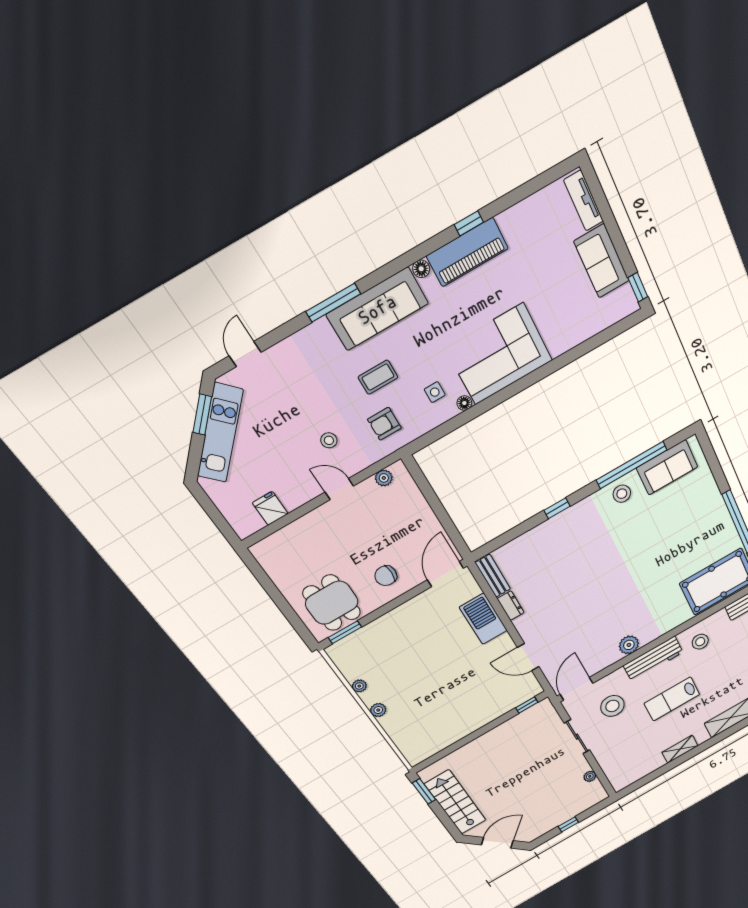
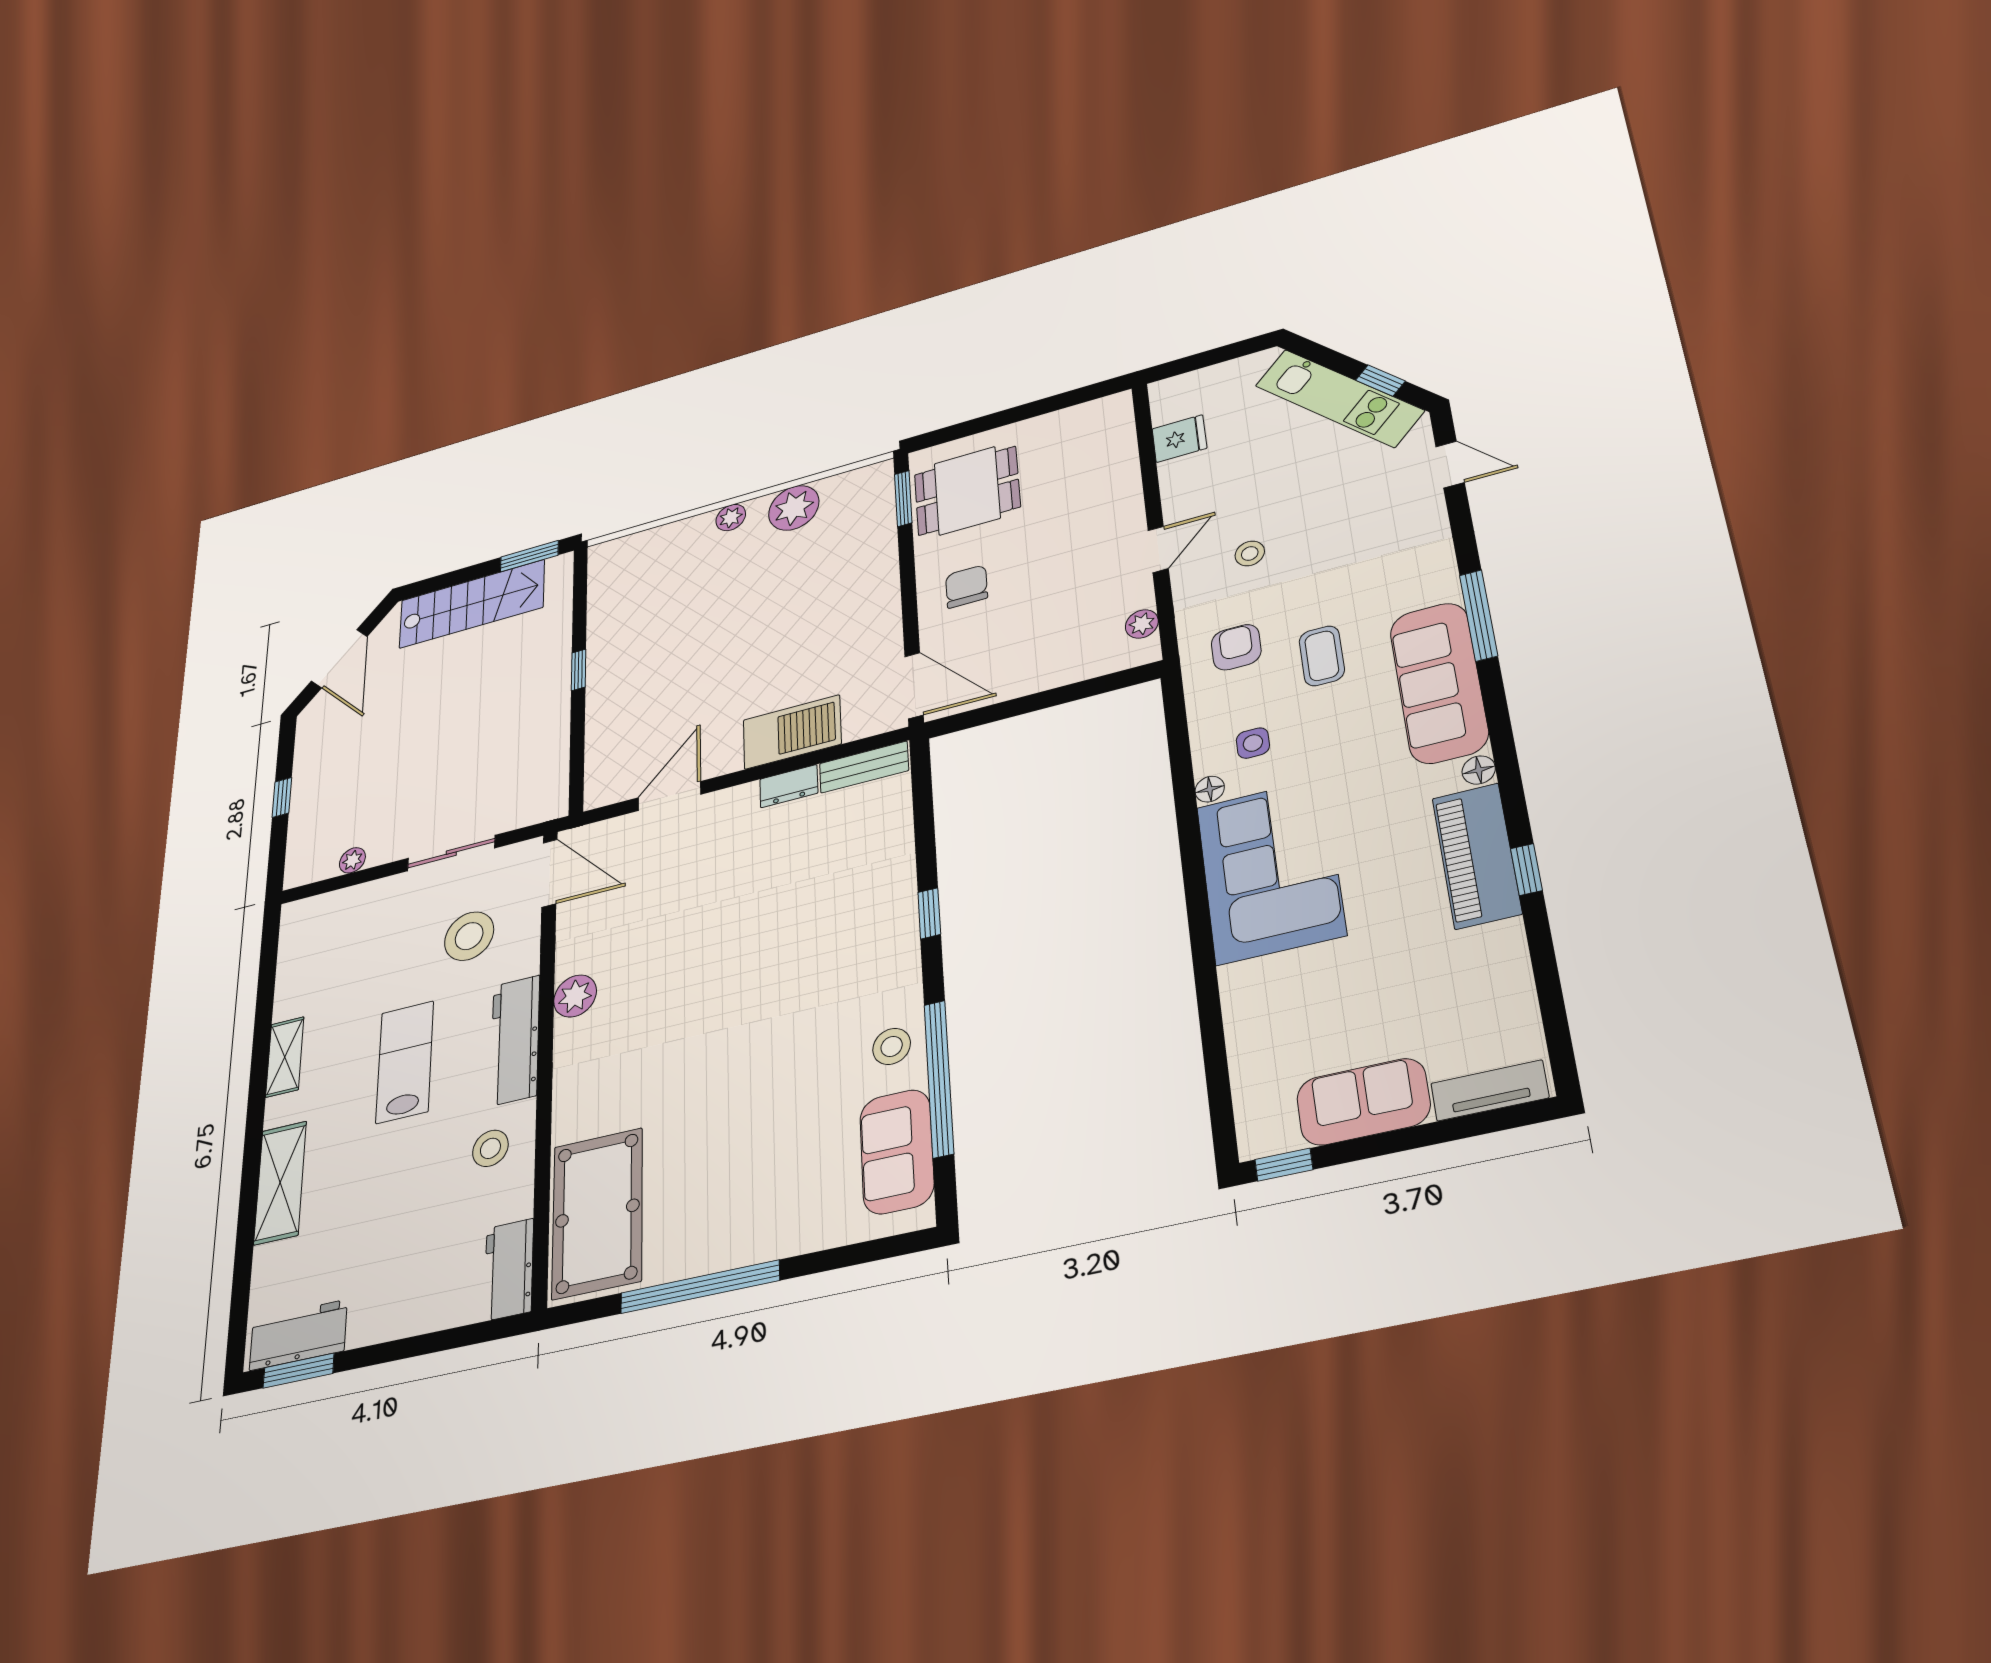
window: (202, 415) -> (1380, 381), width x0.67
plant: (359, 686) -> (794, 508), width x1.88, depth x1.88
window: (527, 705) -> (579, 670), moved

